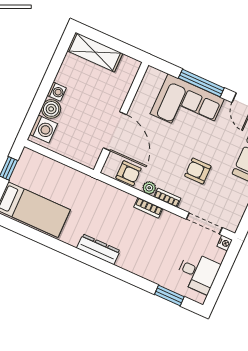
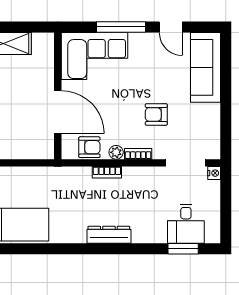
corner sofa: (187, 106) -> (94, 56), moved
bookcase: (148, 208) -> (107, 172), moved
dresser: (98, 249) -> (109, 235), moved
desk: (198, 273) -> (186, 224), moved, turned 90

